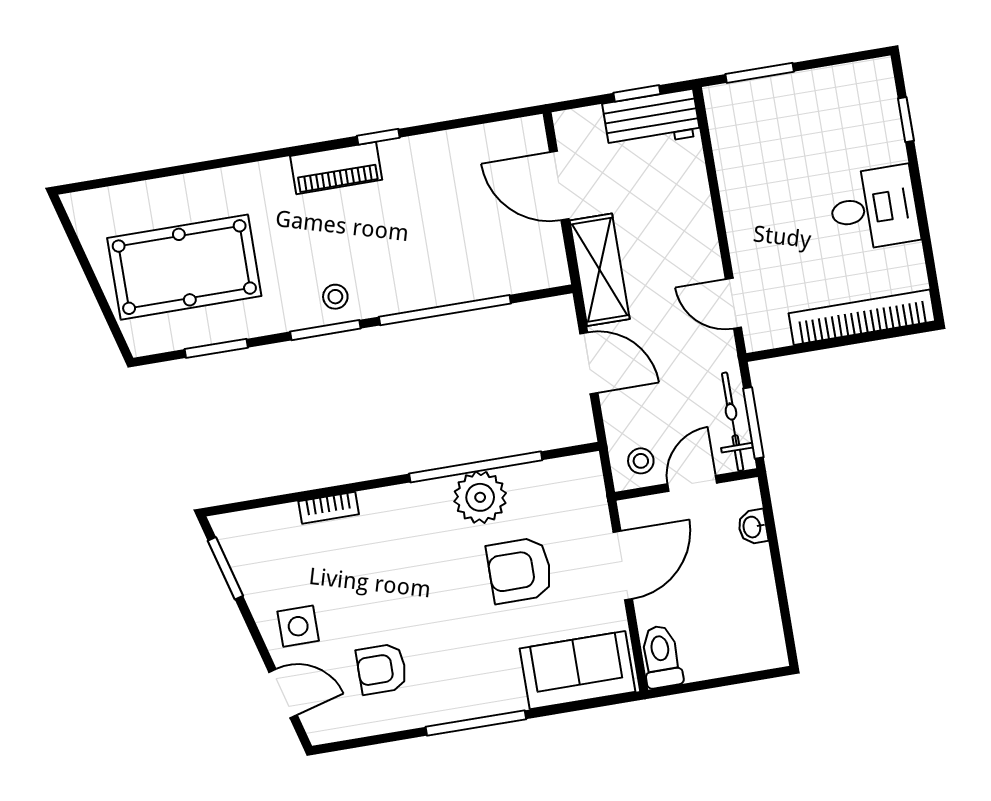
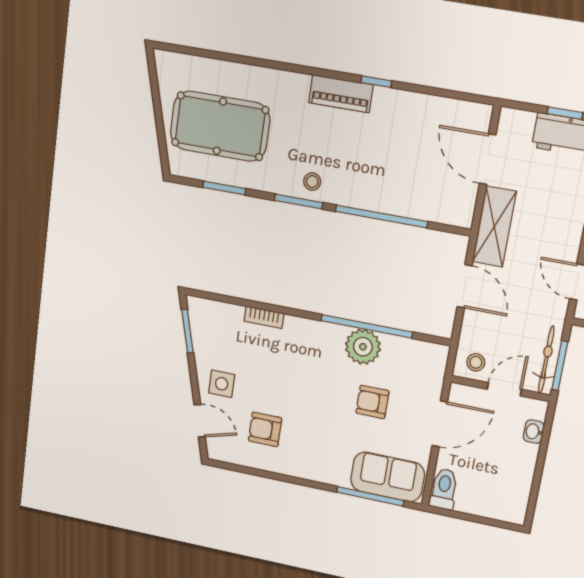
armchair: (520, 570) -> (372, 402), width x0.72, depth x0.72
window: (476, 723) -> (370, 496), moved

